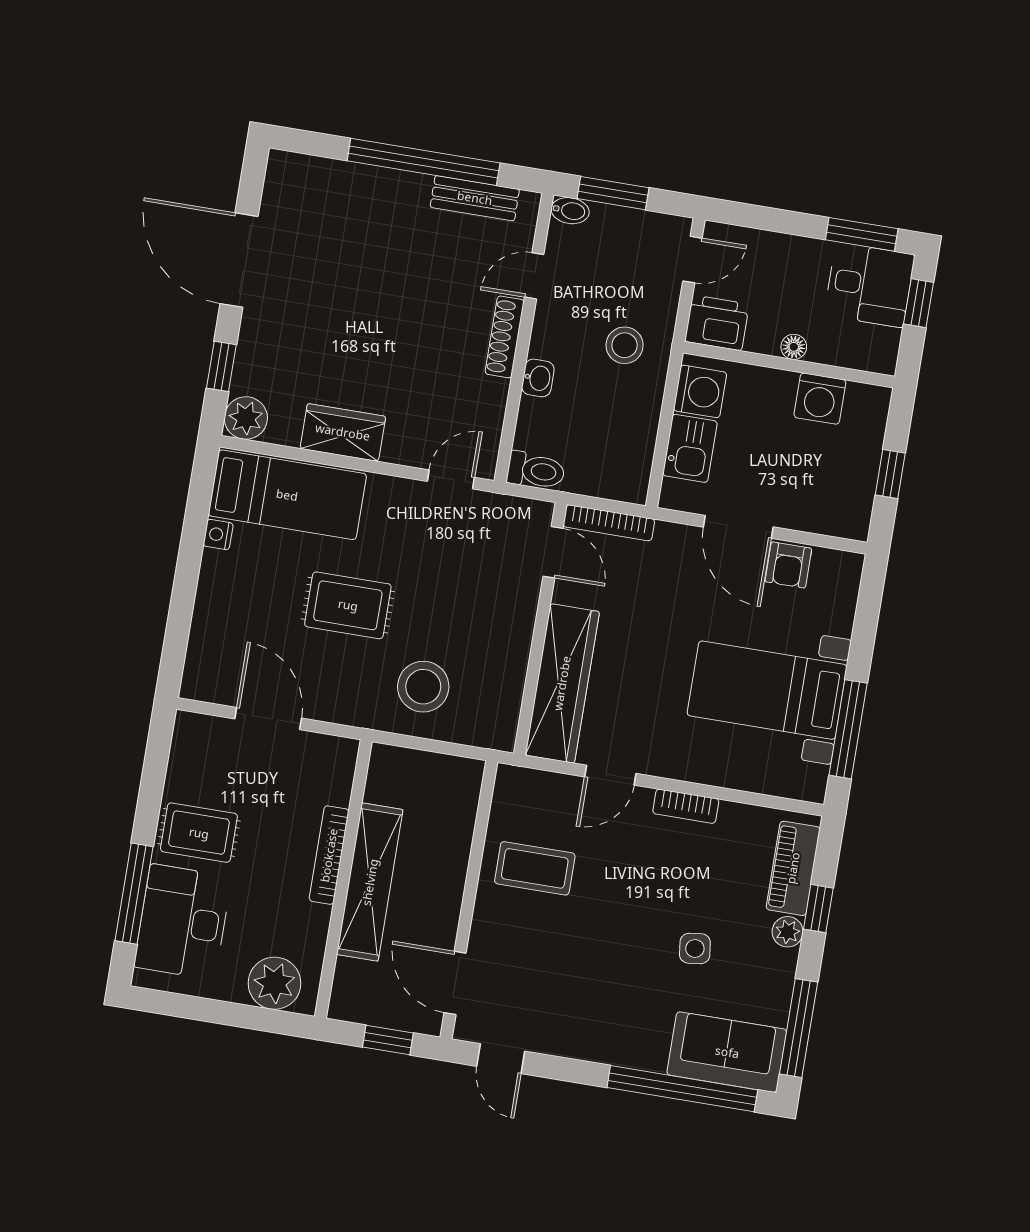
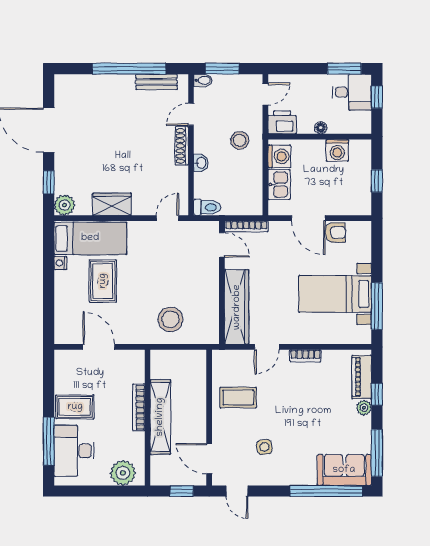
armchair: (788, 565) -> (335, 232), turned -90
rug: (348, 605) -> (103, 281), moved, turned 90
side table: (695, 948) -> (264, 447), moved

